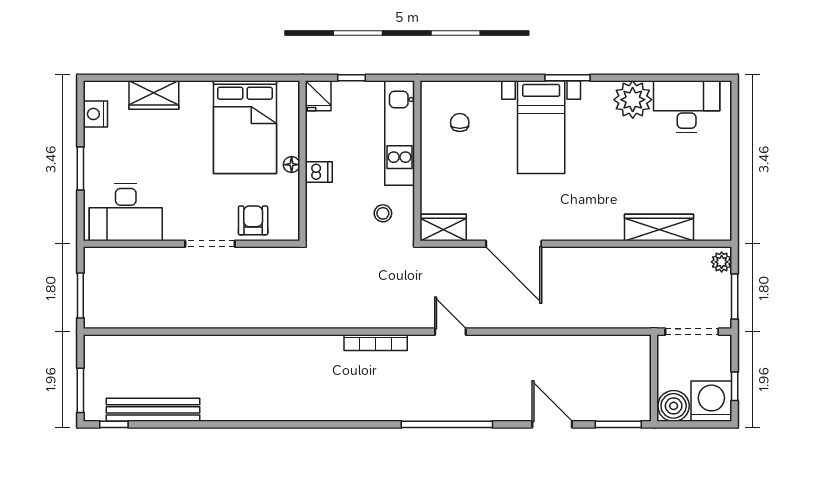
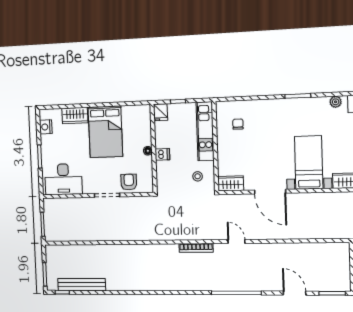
plant: (633, 100) -> (336, 102), width x0.53, depth x0.53
bed: (245, 127) -> (105, 132), moved
bed with nightstands: (541, 127) -> (309, 163), moved, turned 180

